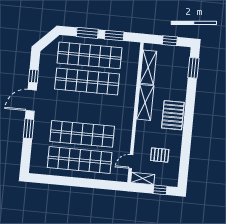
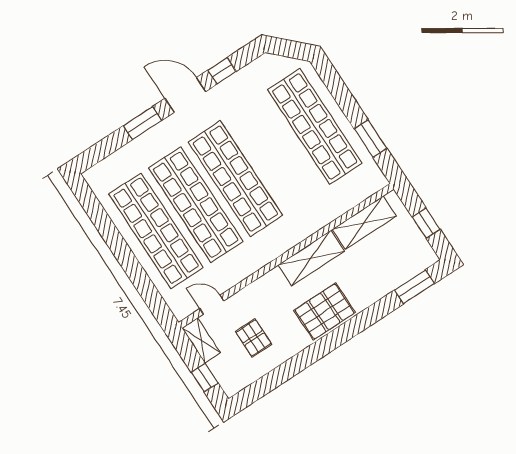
window: (87, 33) -> (344, 98), removed
shop shelf: (87, 82) -> (235, 179), moved

